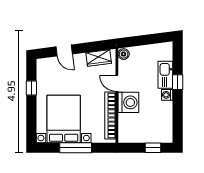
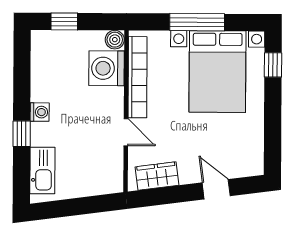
boiler: (124, 54) -> (115, 40), moved
kitchen sink: (165, 75) -> (42, 170), moved
window: (31, 88) -> (273, 65), moved
washing machine: (128, 102) -> (107, 68), moved

